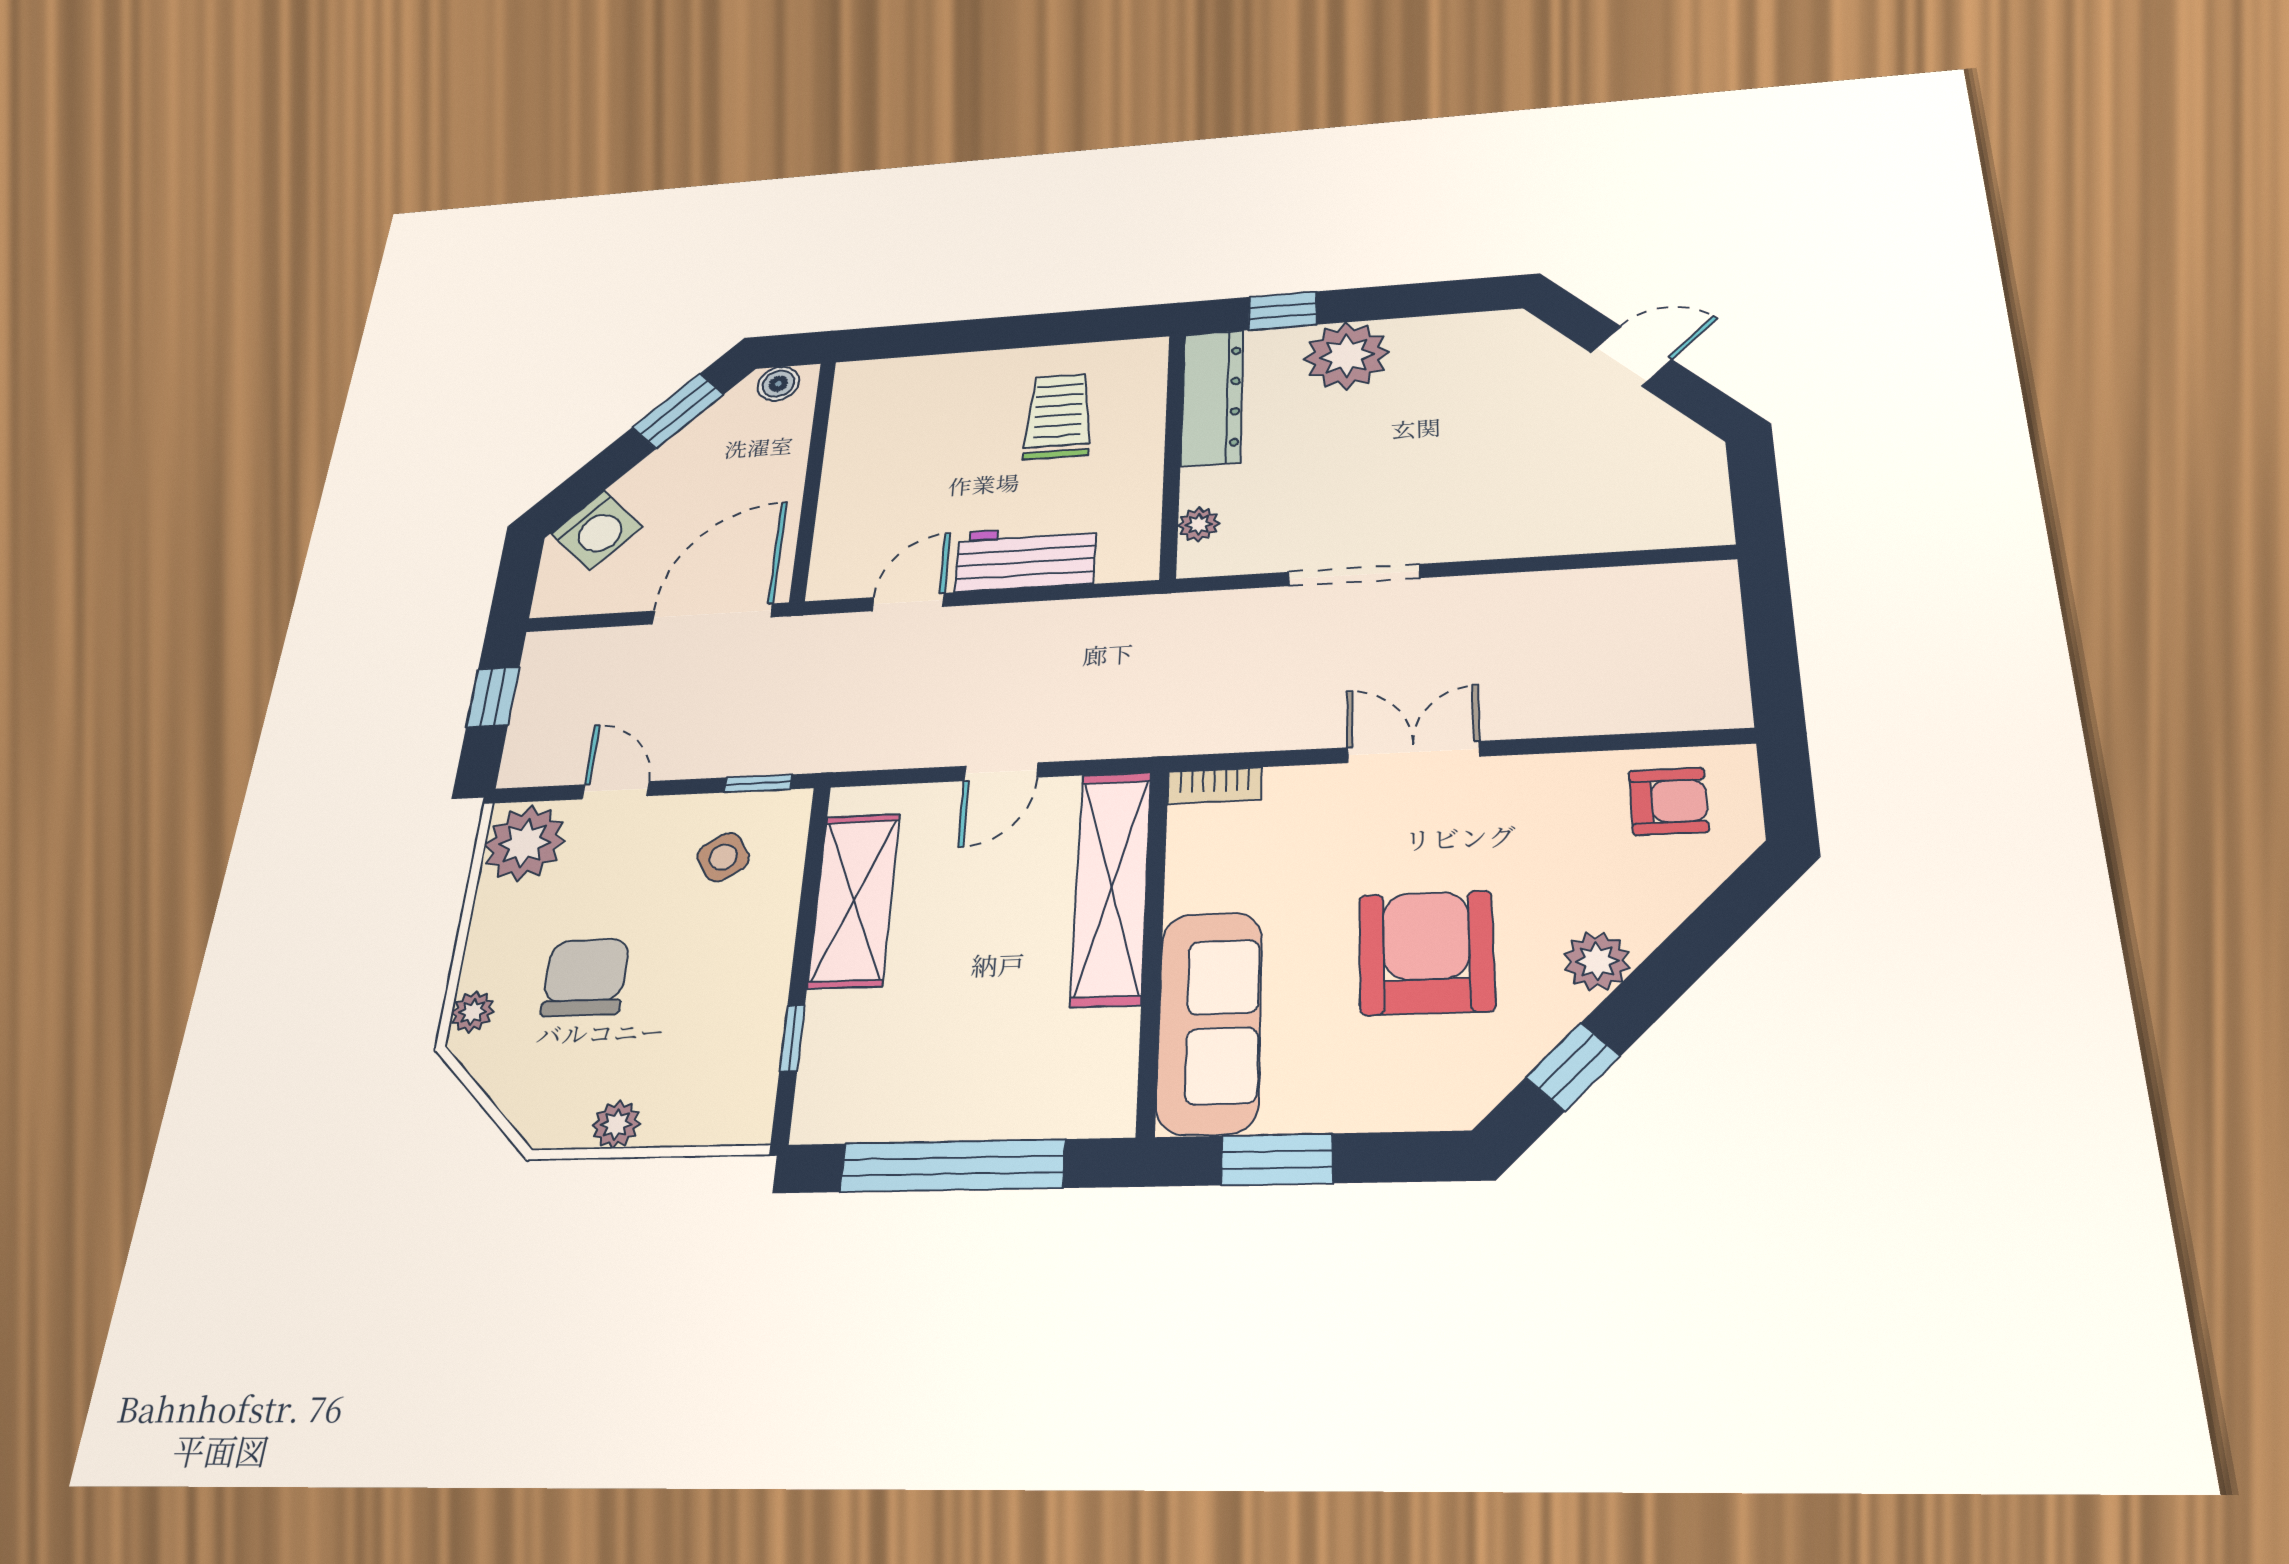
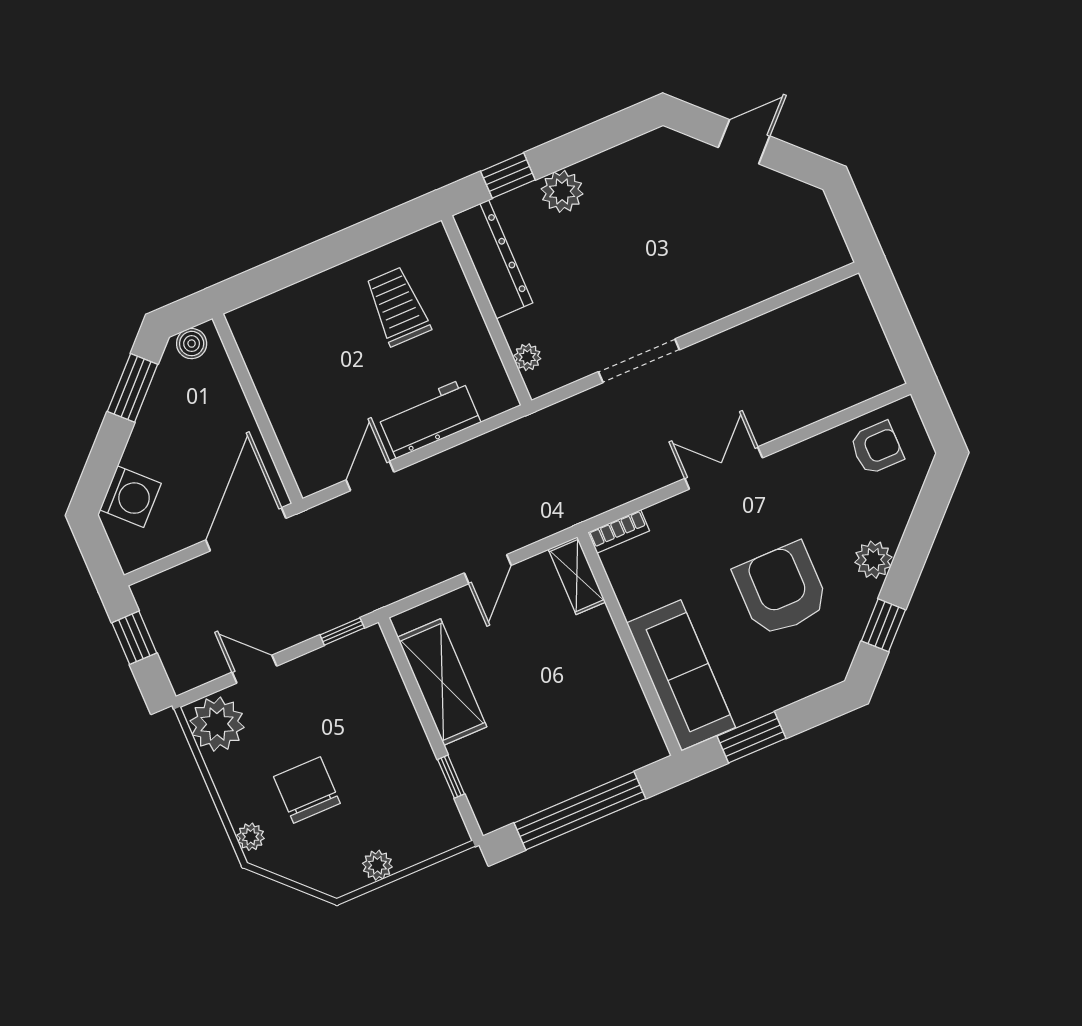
plant: (1347, 356) -> (562, 191), width x0.73, depth x0.73
side table: (723, 857) -> (347, 686), removed
shelving: (1111, 887) -> (577, 576), width x0.45, depth x0.75

